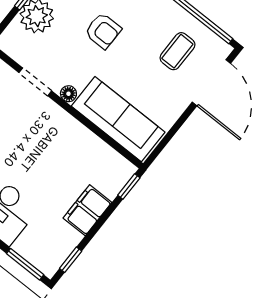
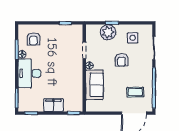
sofa: (118, 119) -> (94, 85), width x0.73

